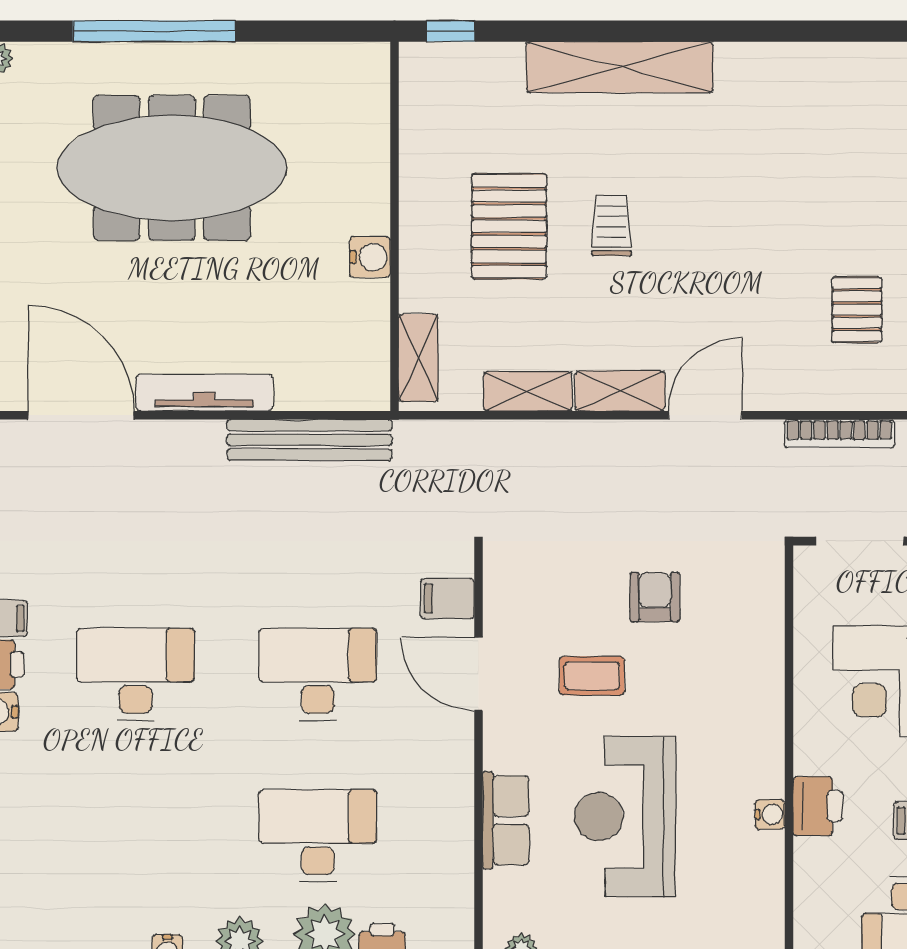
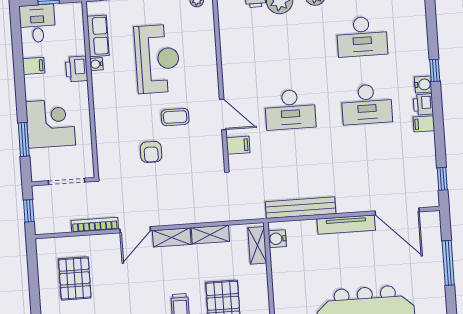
water cooler: (370, 257) -> (277, 239), moved
pallet: (857, 310) -> (75, 278), width x1.50, depth x1.42
bookcase: (839, 434) -> (95, 225), moved
row of seats: (506, 820) -> (98, 36), moved, turned 180
desk: (318, 836) -> (362, 37), moved

